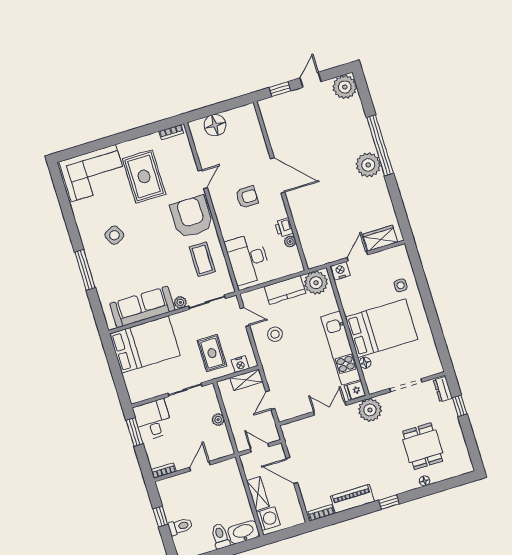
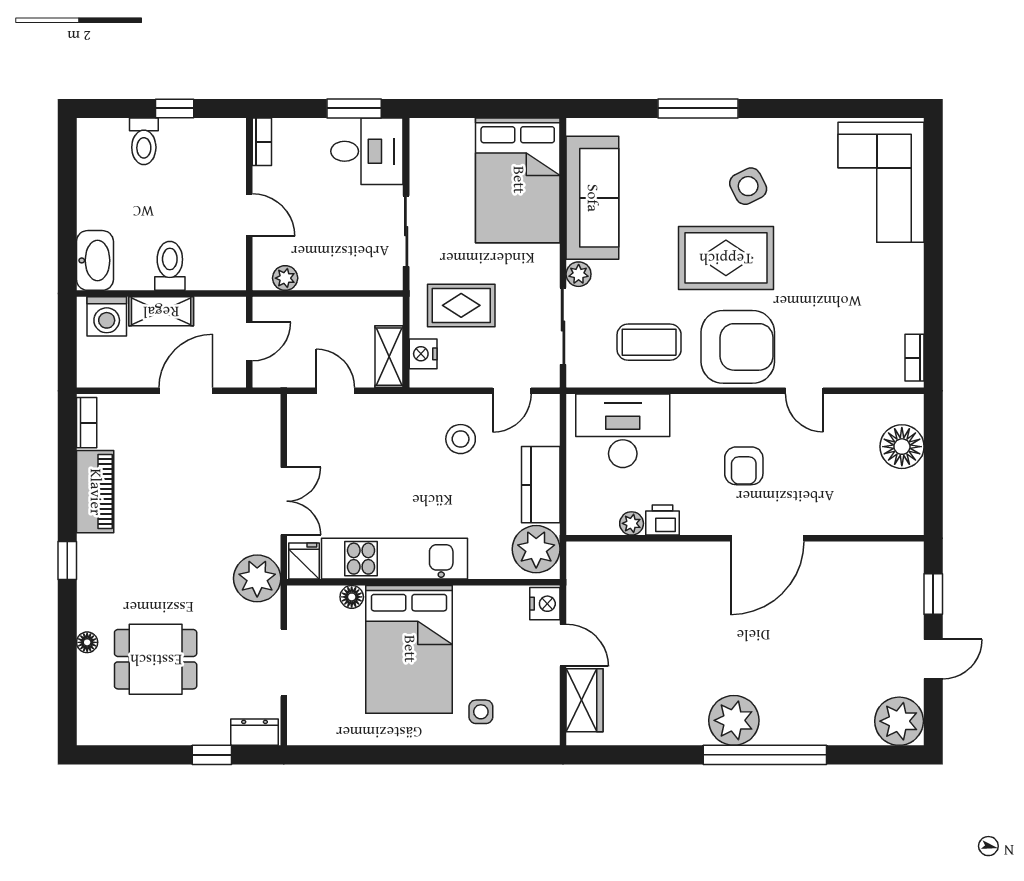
door: (311, 80) -> (933, 659), hinge flipped
rug: (144, 176) -> (726, 258), moved
plant: (218, 420) -> (285, 278), moved
toilet: (220, 536) -> (170, 266), moved, turned -90

